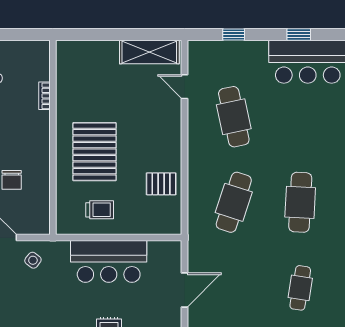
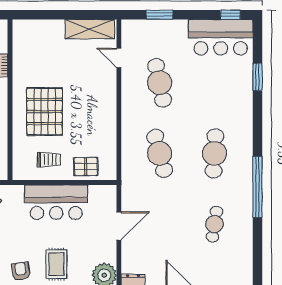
window: (234, 34) -> (159, 15), width x1.50
window: (299, 34) -> (230, 15), moved
pallet: (161, 184) -> (86, 166), moved
cafe table: (234, 202) -> (160, 153), turned -33

